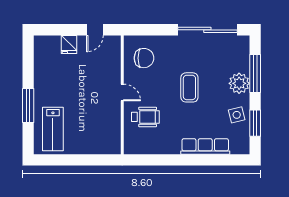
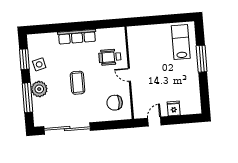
row of seats: (205, 146) -> (77, 37), moved

